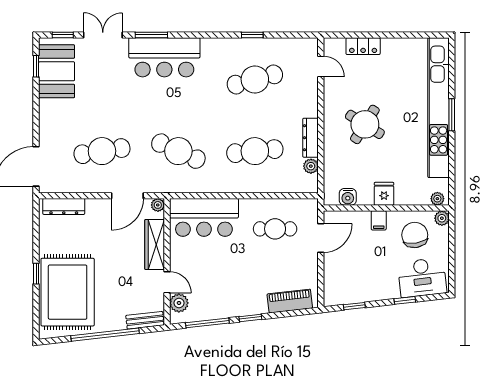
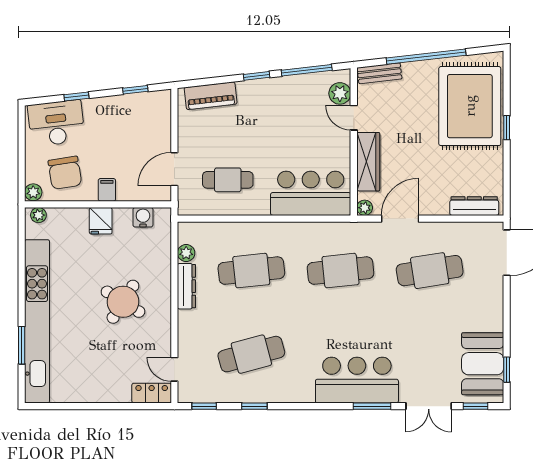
window: (295, 35) -> (204, 406), added
locker: (363, 46) -> (152, 393), moved
window: (452, 115) -> (22, 345), moved
cafe table: (178, 151) -> (341, 271), turned -30

